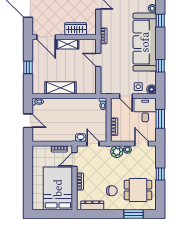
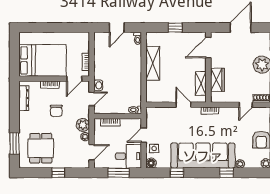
shelving: (68, 44) -> (201, 84), moved
door: (98, 60) -> (183, 105), hinge flipped
door: (74, 159) -> (74, 79), swing flipped
chair: (112, 191) -> (56, 111), moved

